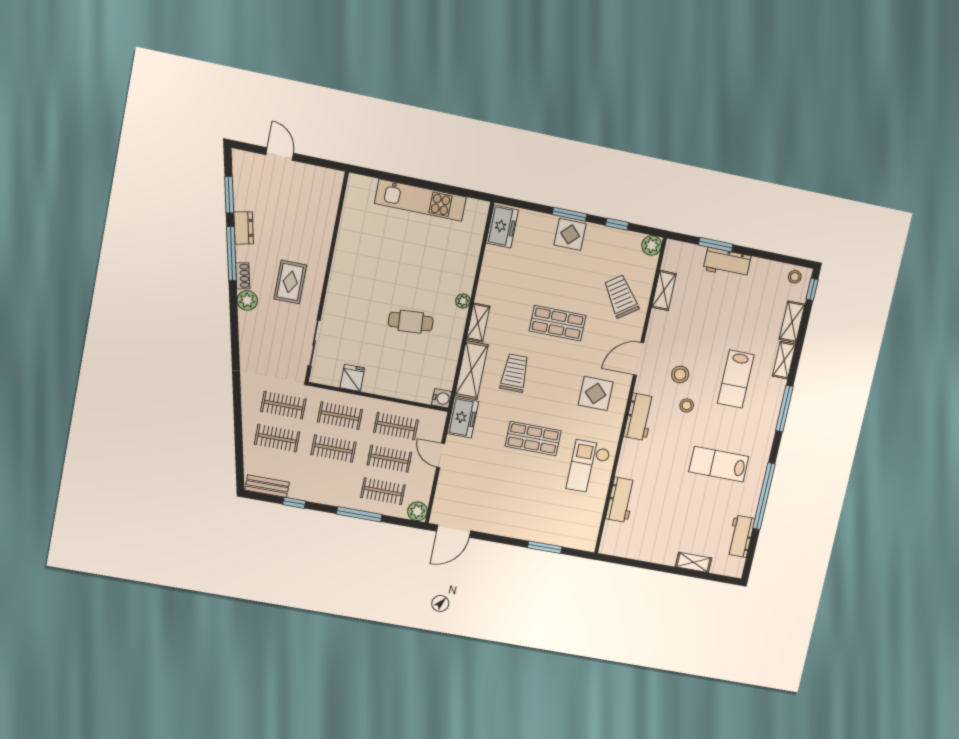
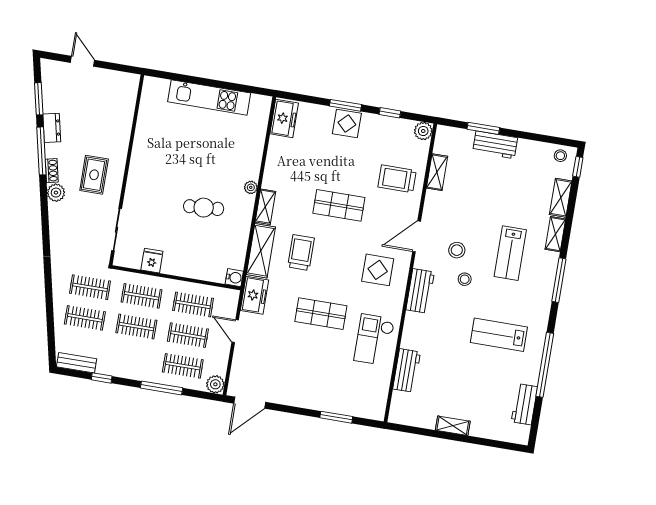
trolley: (621, 296) -> (397, 179), turned -55
shelving: (694, 562) -> (453, 426), moved

